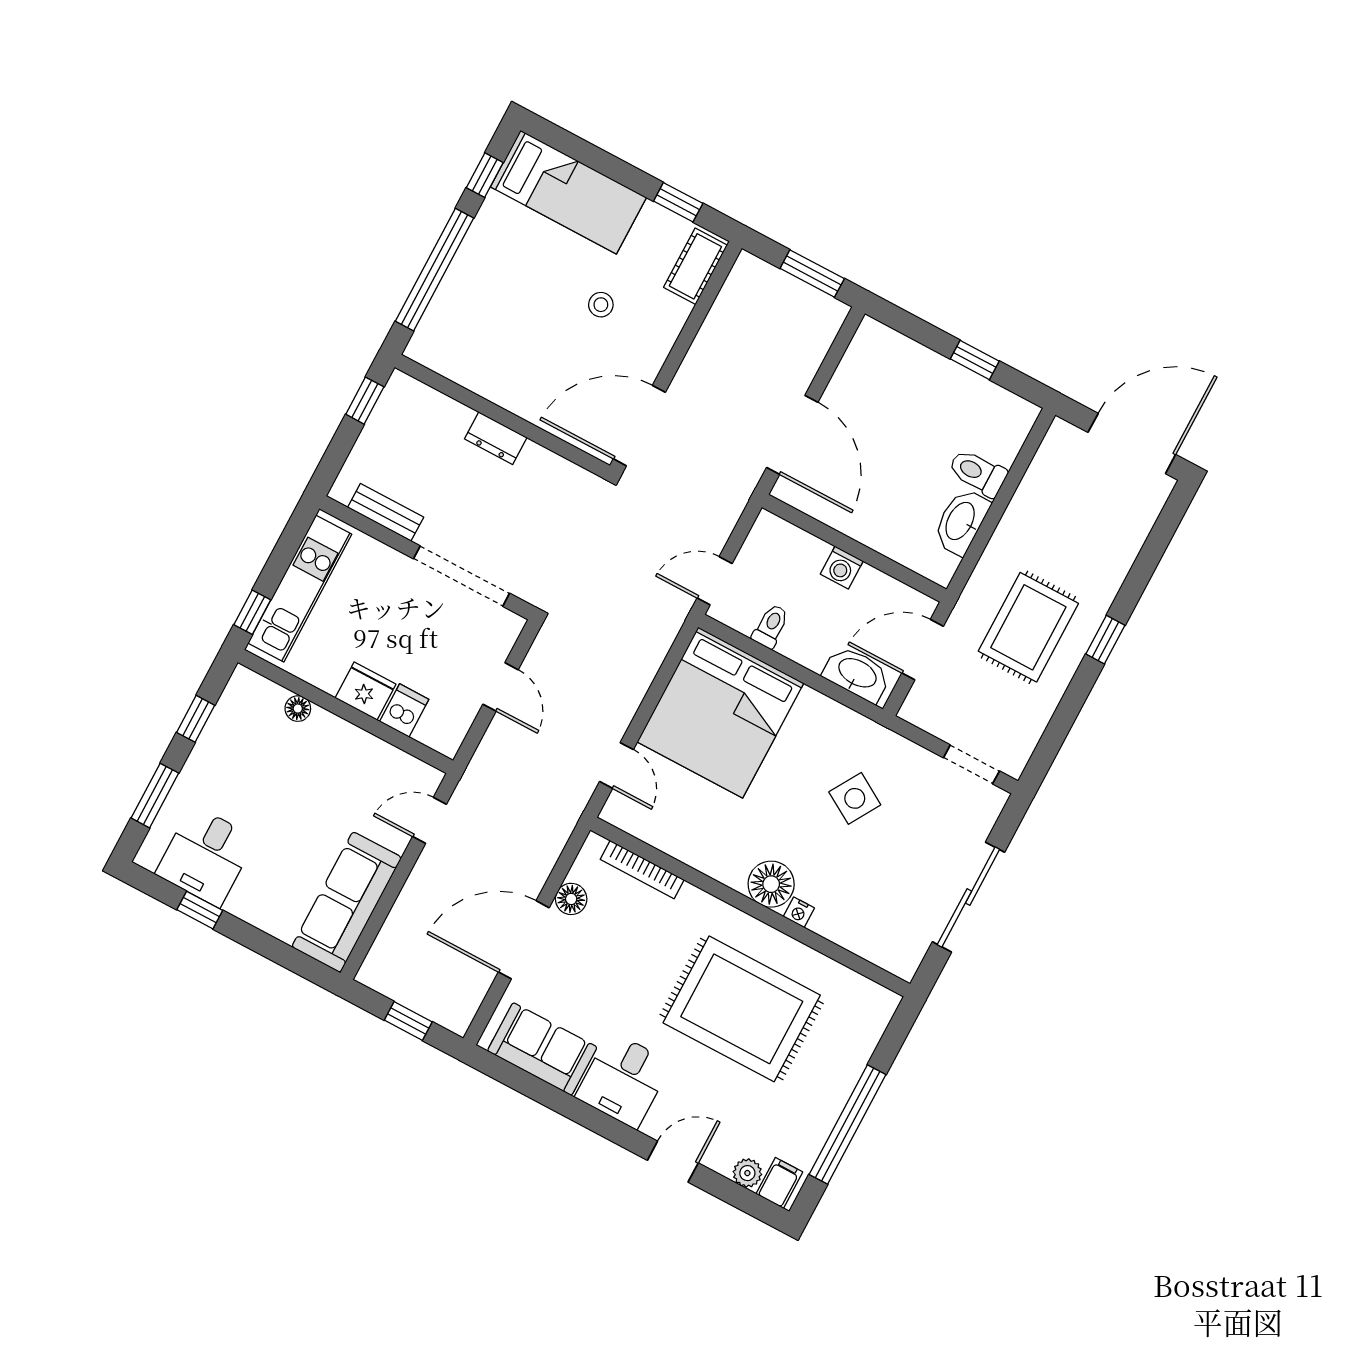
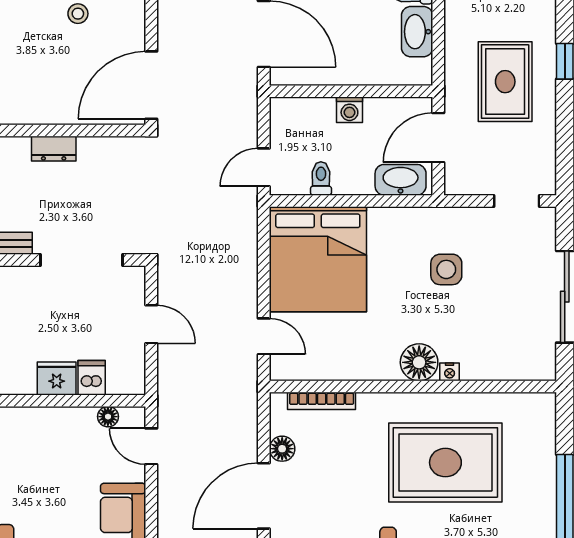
floor lamp: (298, 709) -> (108, 417), moved
side table: (855, 798) -> (446, 269), turned -31
door: (430, 820) -> (151, 446), hinge flipped

